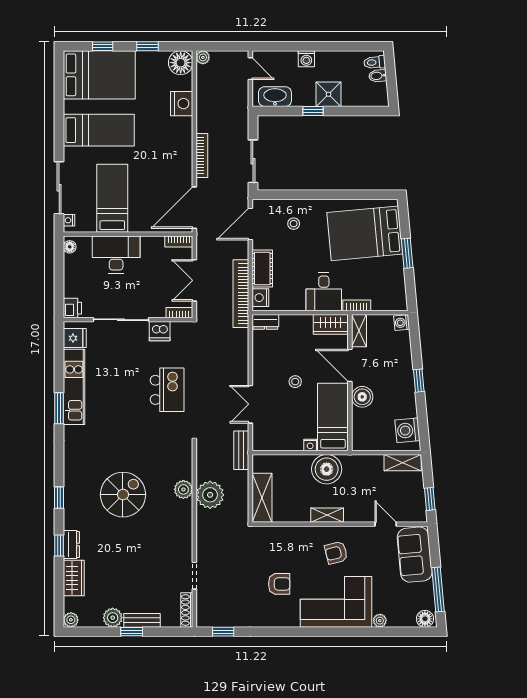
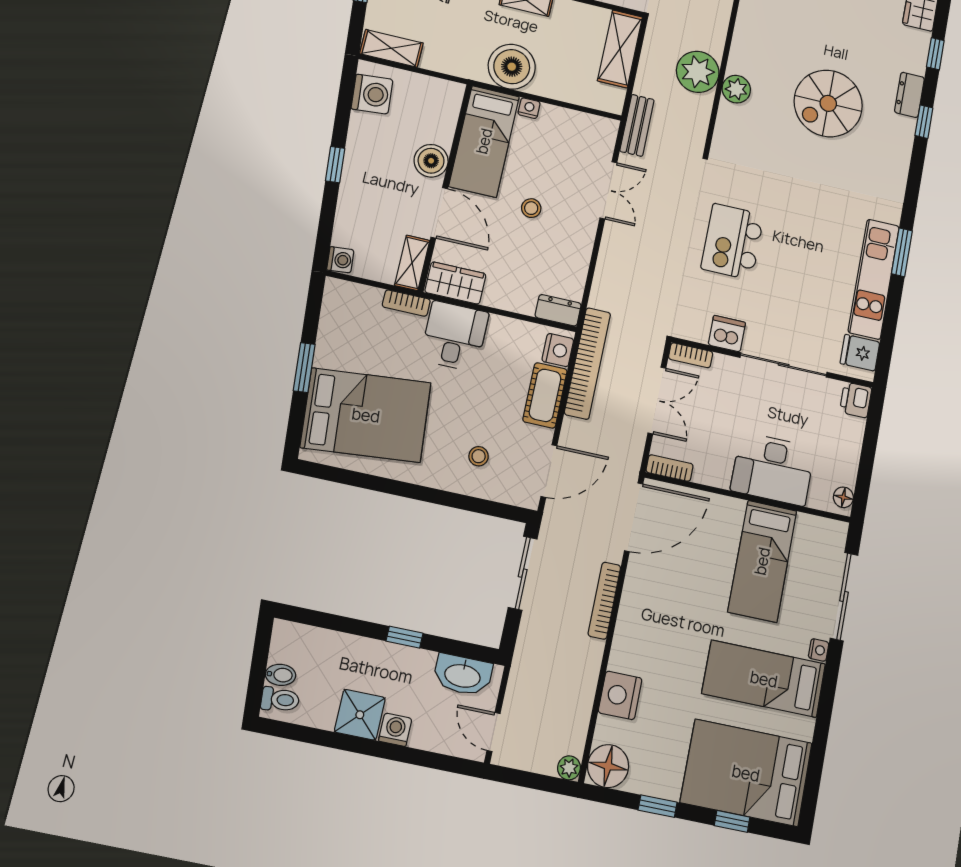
shower: (329, 94) -> (360, 715), moved
nightstand: (69, 220) -> (819, 650), moved
dresser: (71, 545) -> (909, 95), moved

